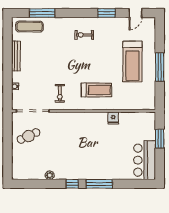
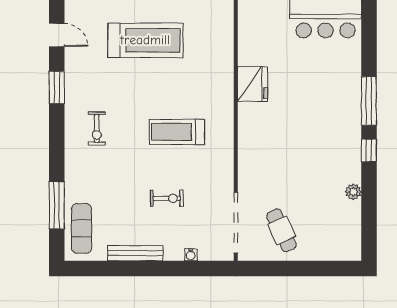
treadmill: (96, 90) -> (177, 132), moved, turned -90
exercise bike: (60, 93) -> (167, 198), moved
fridge: (113, 118) -> (252, 84), width x1.88, depth x1.34

